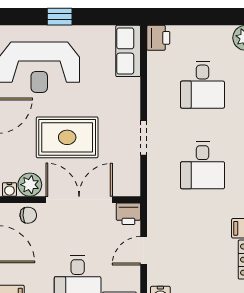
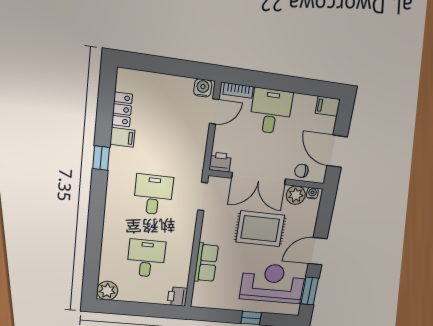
row of seats: (128, 51) -> (206, 263), moved
doorway: (144, 138) -> (203, 197), moved
door: (144, 251) -> (214, 111), moved

